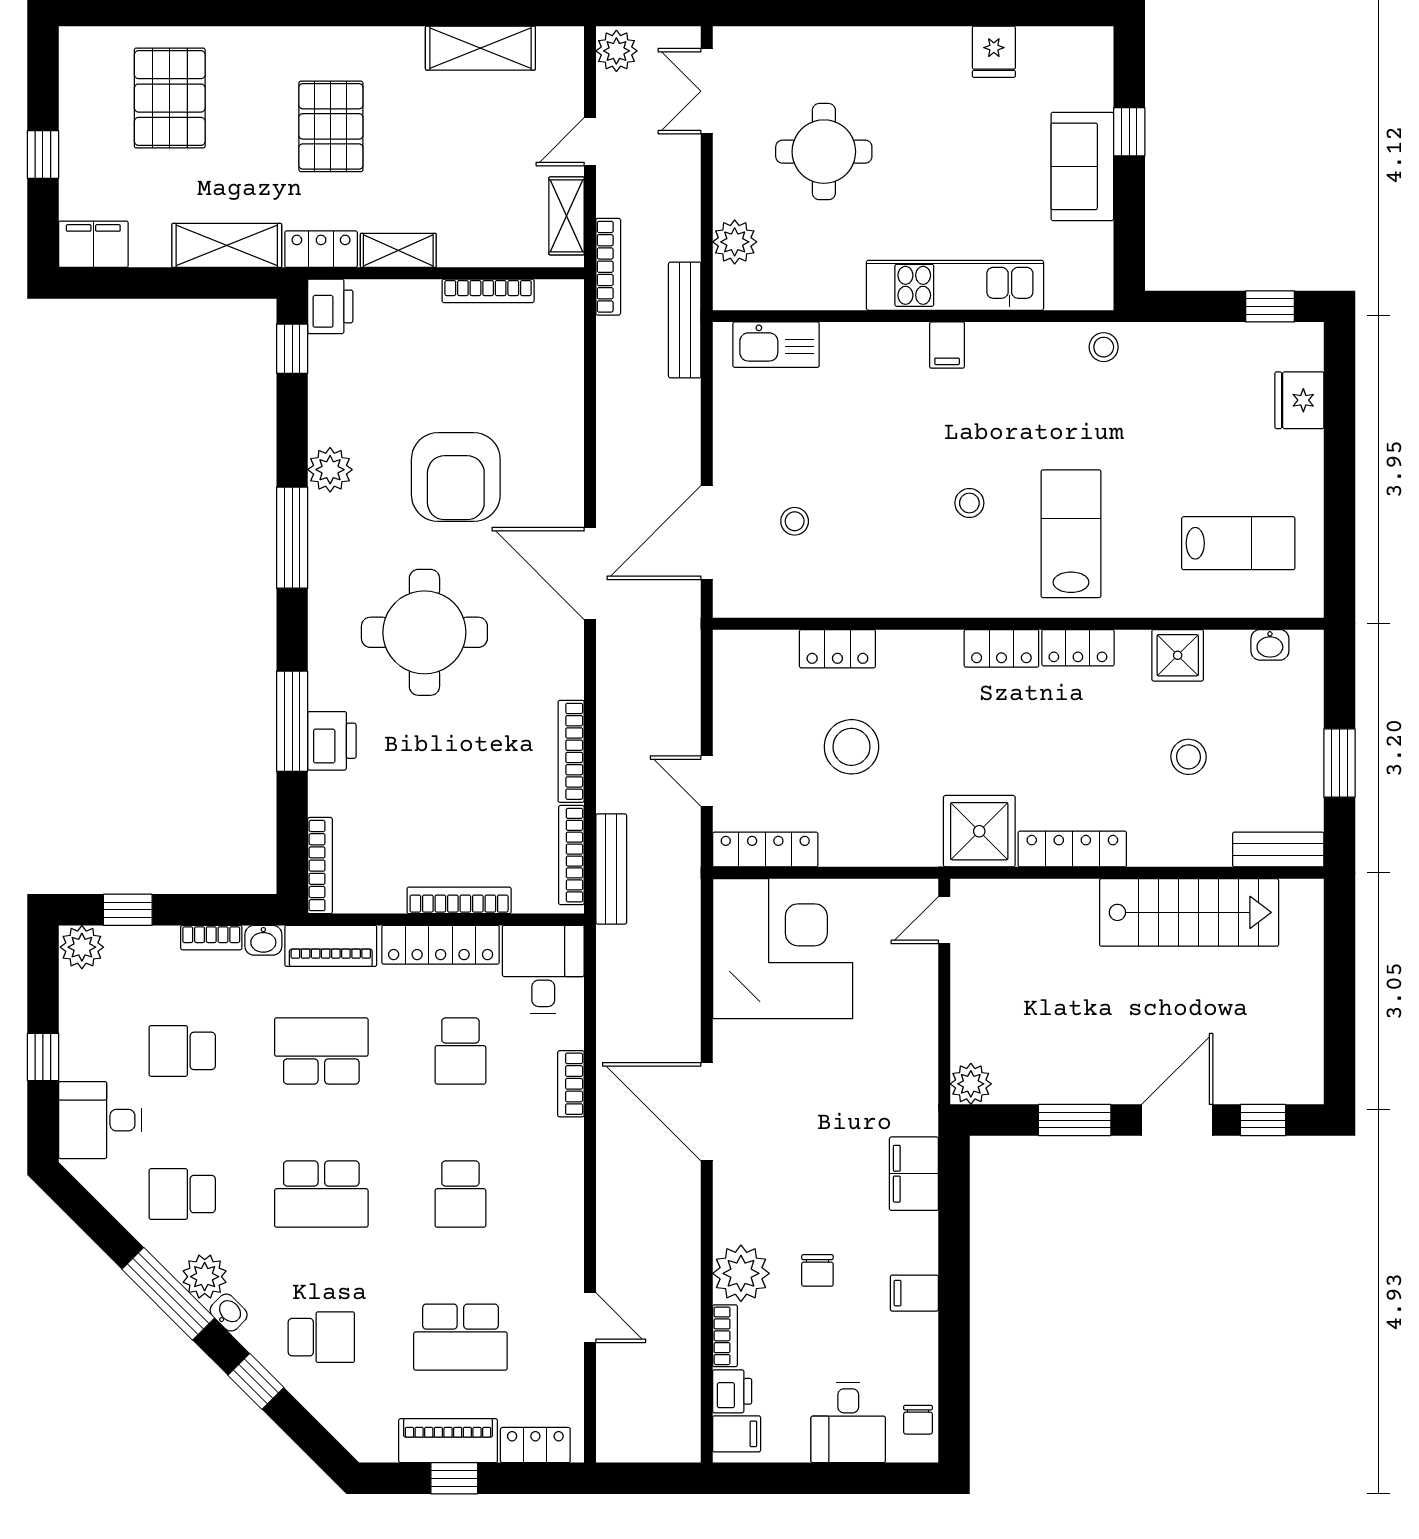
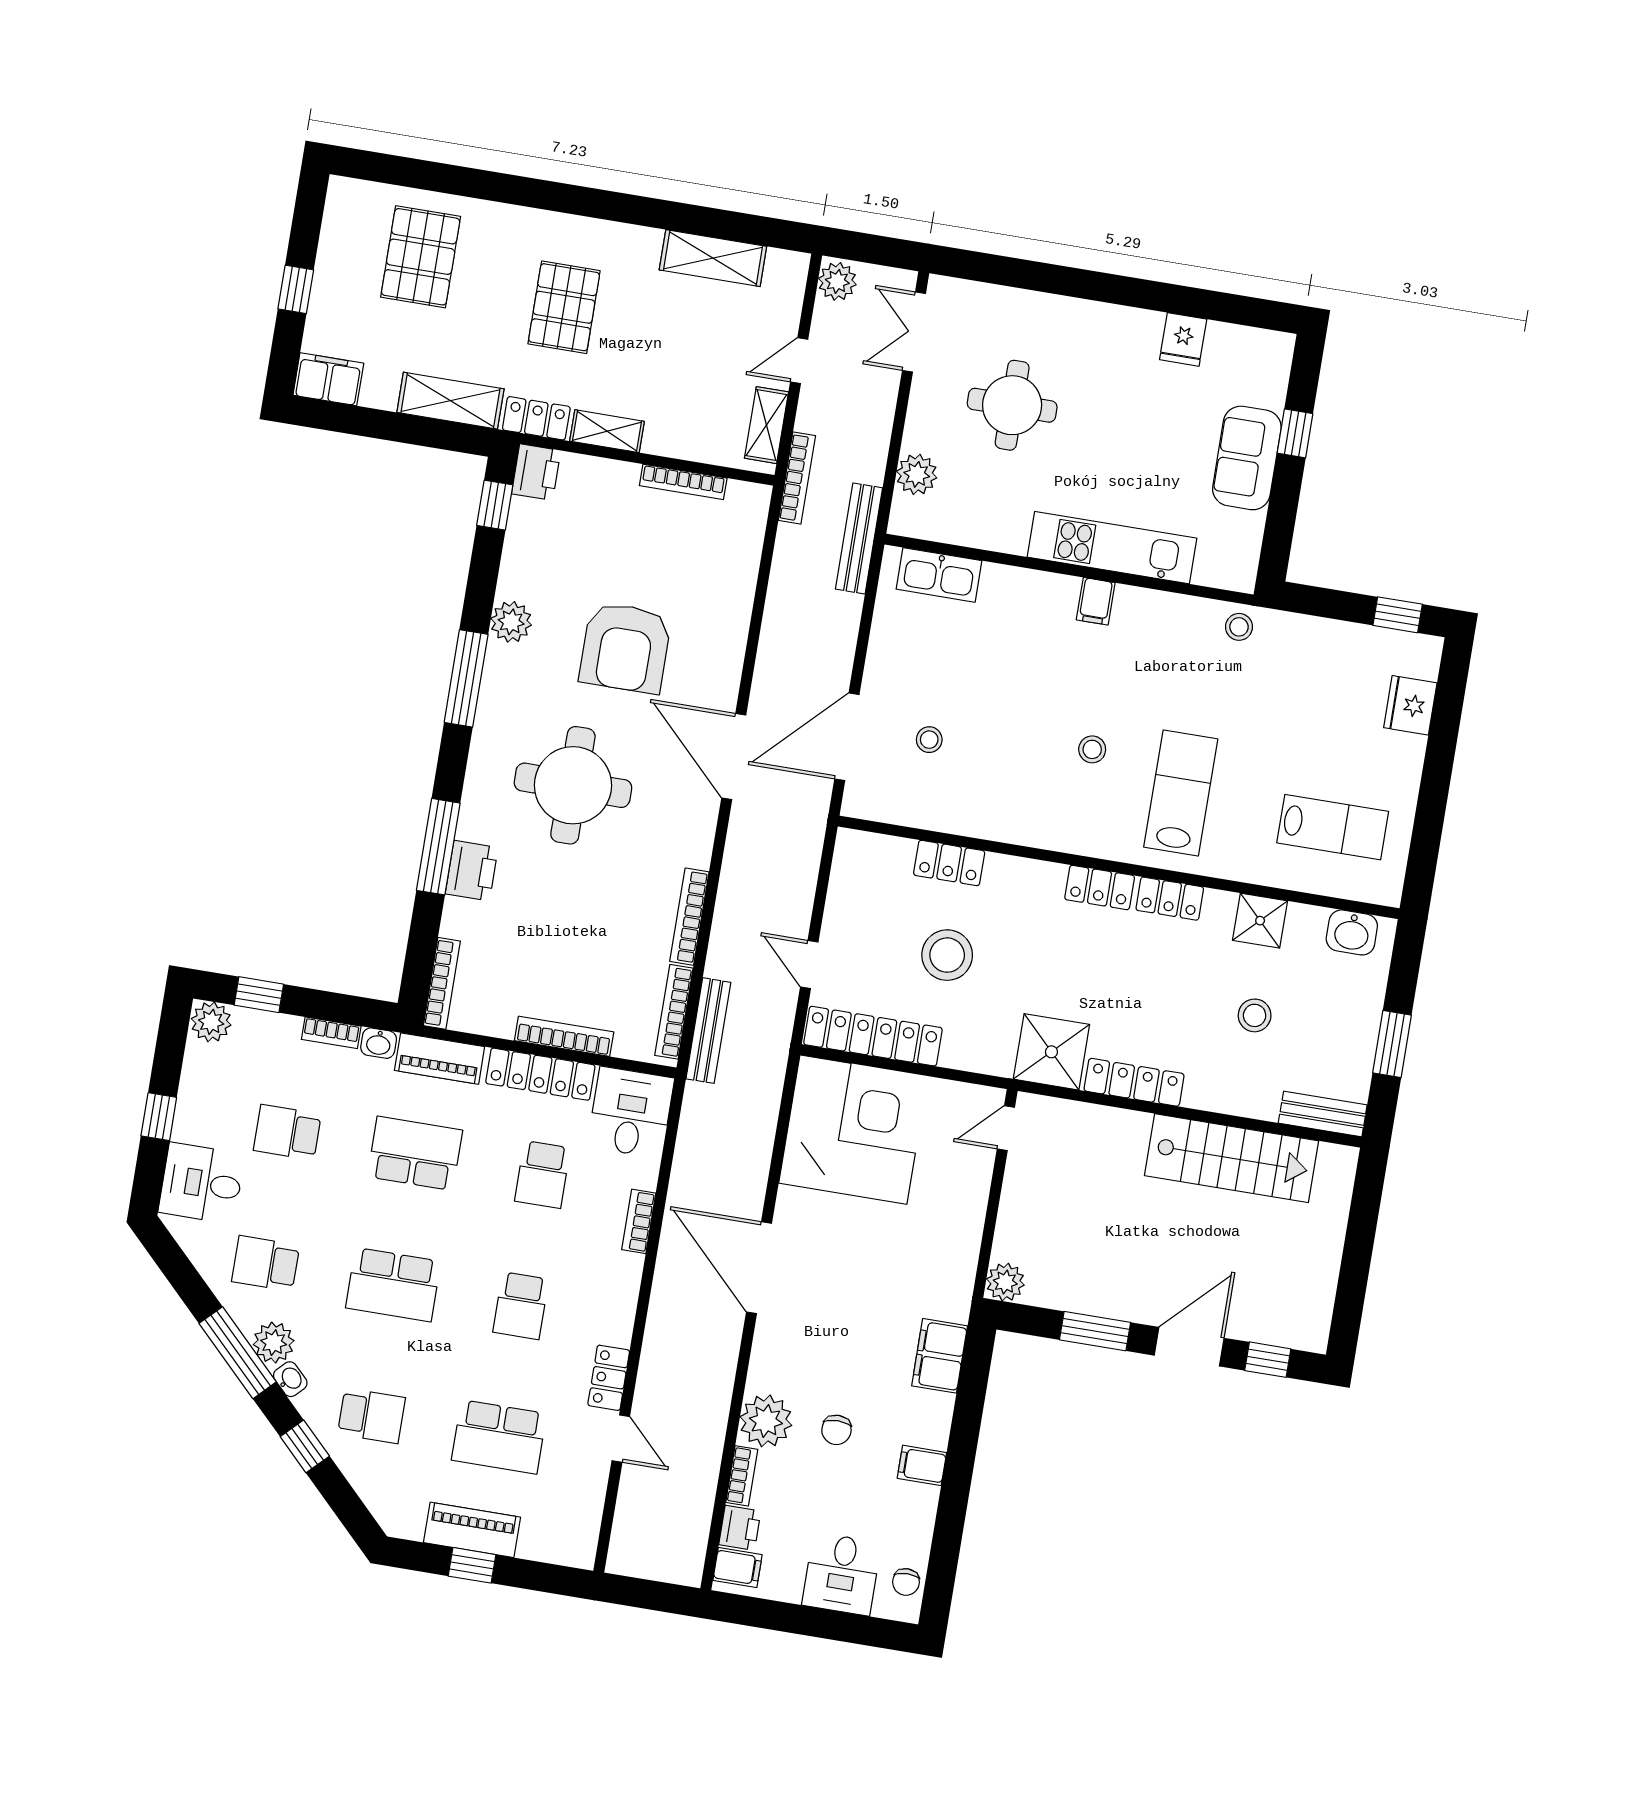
washbasin: (1270, 645) -> (1352, 932), width x1.38, depth x1.45
locker: (765, 850) -> (873, 1036), width x1.41, depth x1.21
locker: (535, 1445) -> (609, 1378), moved, turned -90

